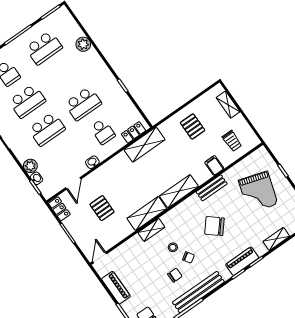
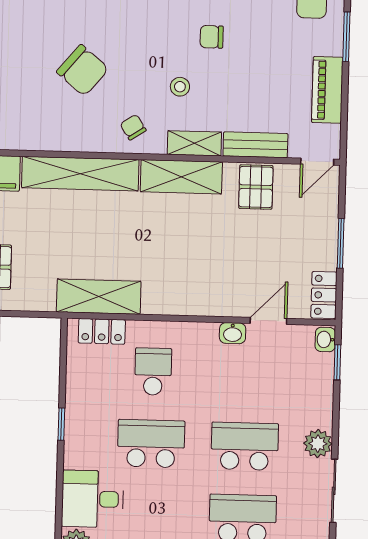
desk: (90, 66) -> (93, 499), added
washbasin: (92, 162) -> (233, 333), moved
plant: (30, 166) -> (318, 444), moved
washbasin: (37, 178) -> (325, 339), moved
bench: (212, 188) -> (255, 145), moved
shelving: (179, 191) -> (80, 174), width x1.47
pallet: (102, 208) -> (256, 187), moved
chair: (188, 257) -> (133, 127), moved

